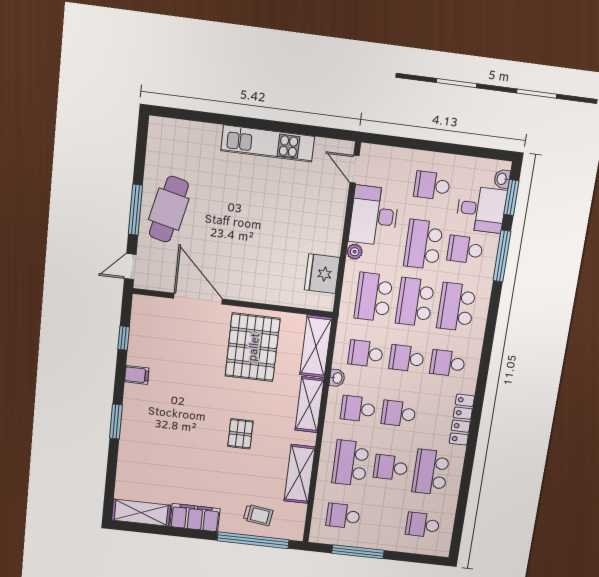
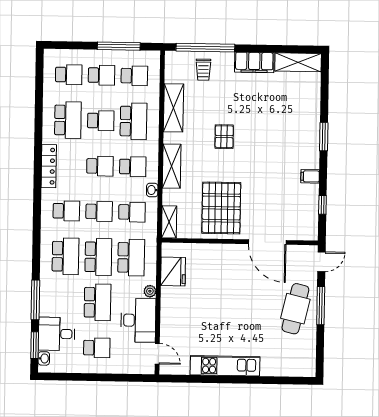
school desk: (465, 250) -> (101, 75), moved
shelving: (316, 346) -> (169, 222), width x0.67, depth x0.75
trolley: (258, 515) -> (203, 70), turned -98

